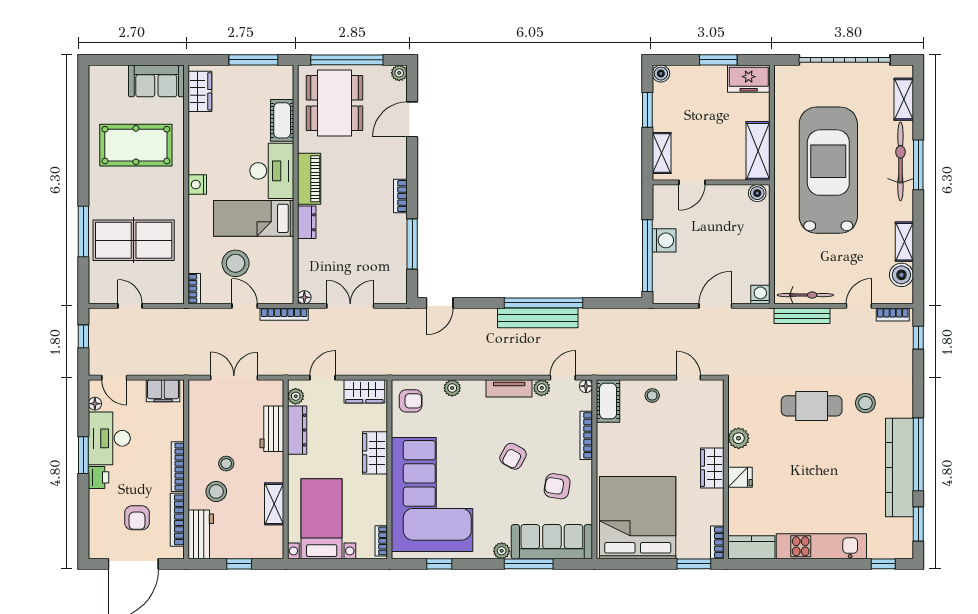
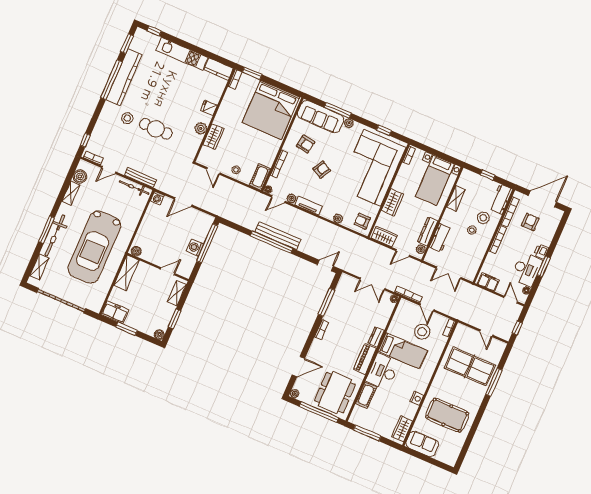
nightstand: (197, 185) -> (417, 398), moved
wardrobe: (712, 468) -> (213, 137), moved

